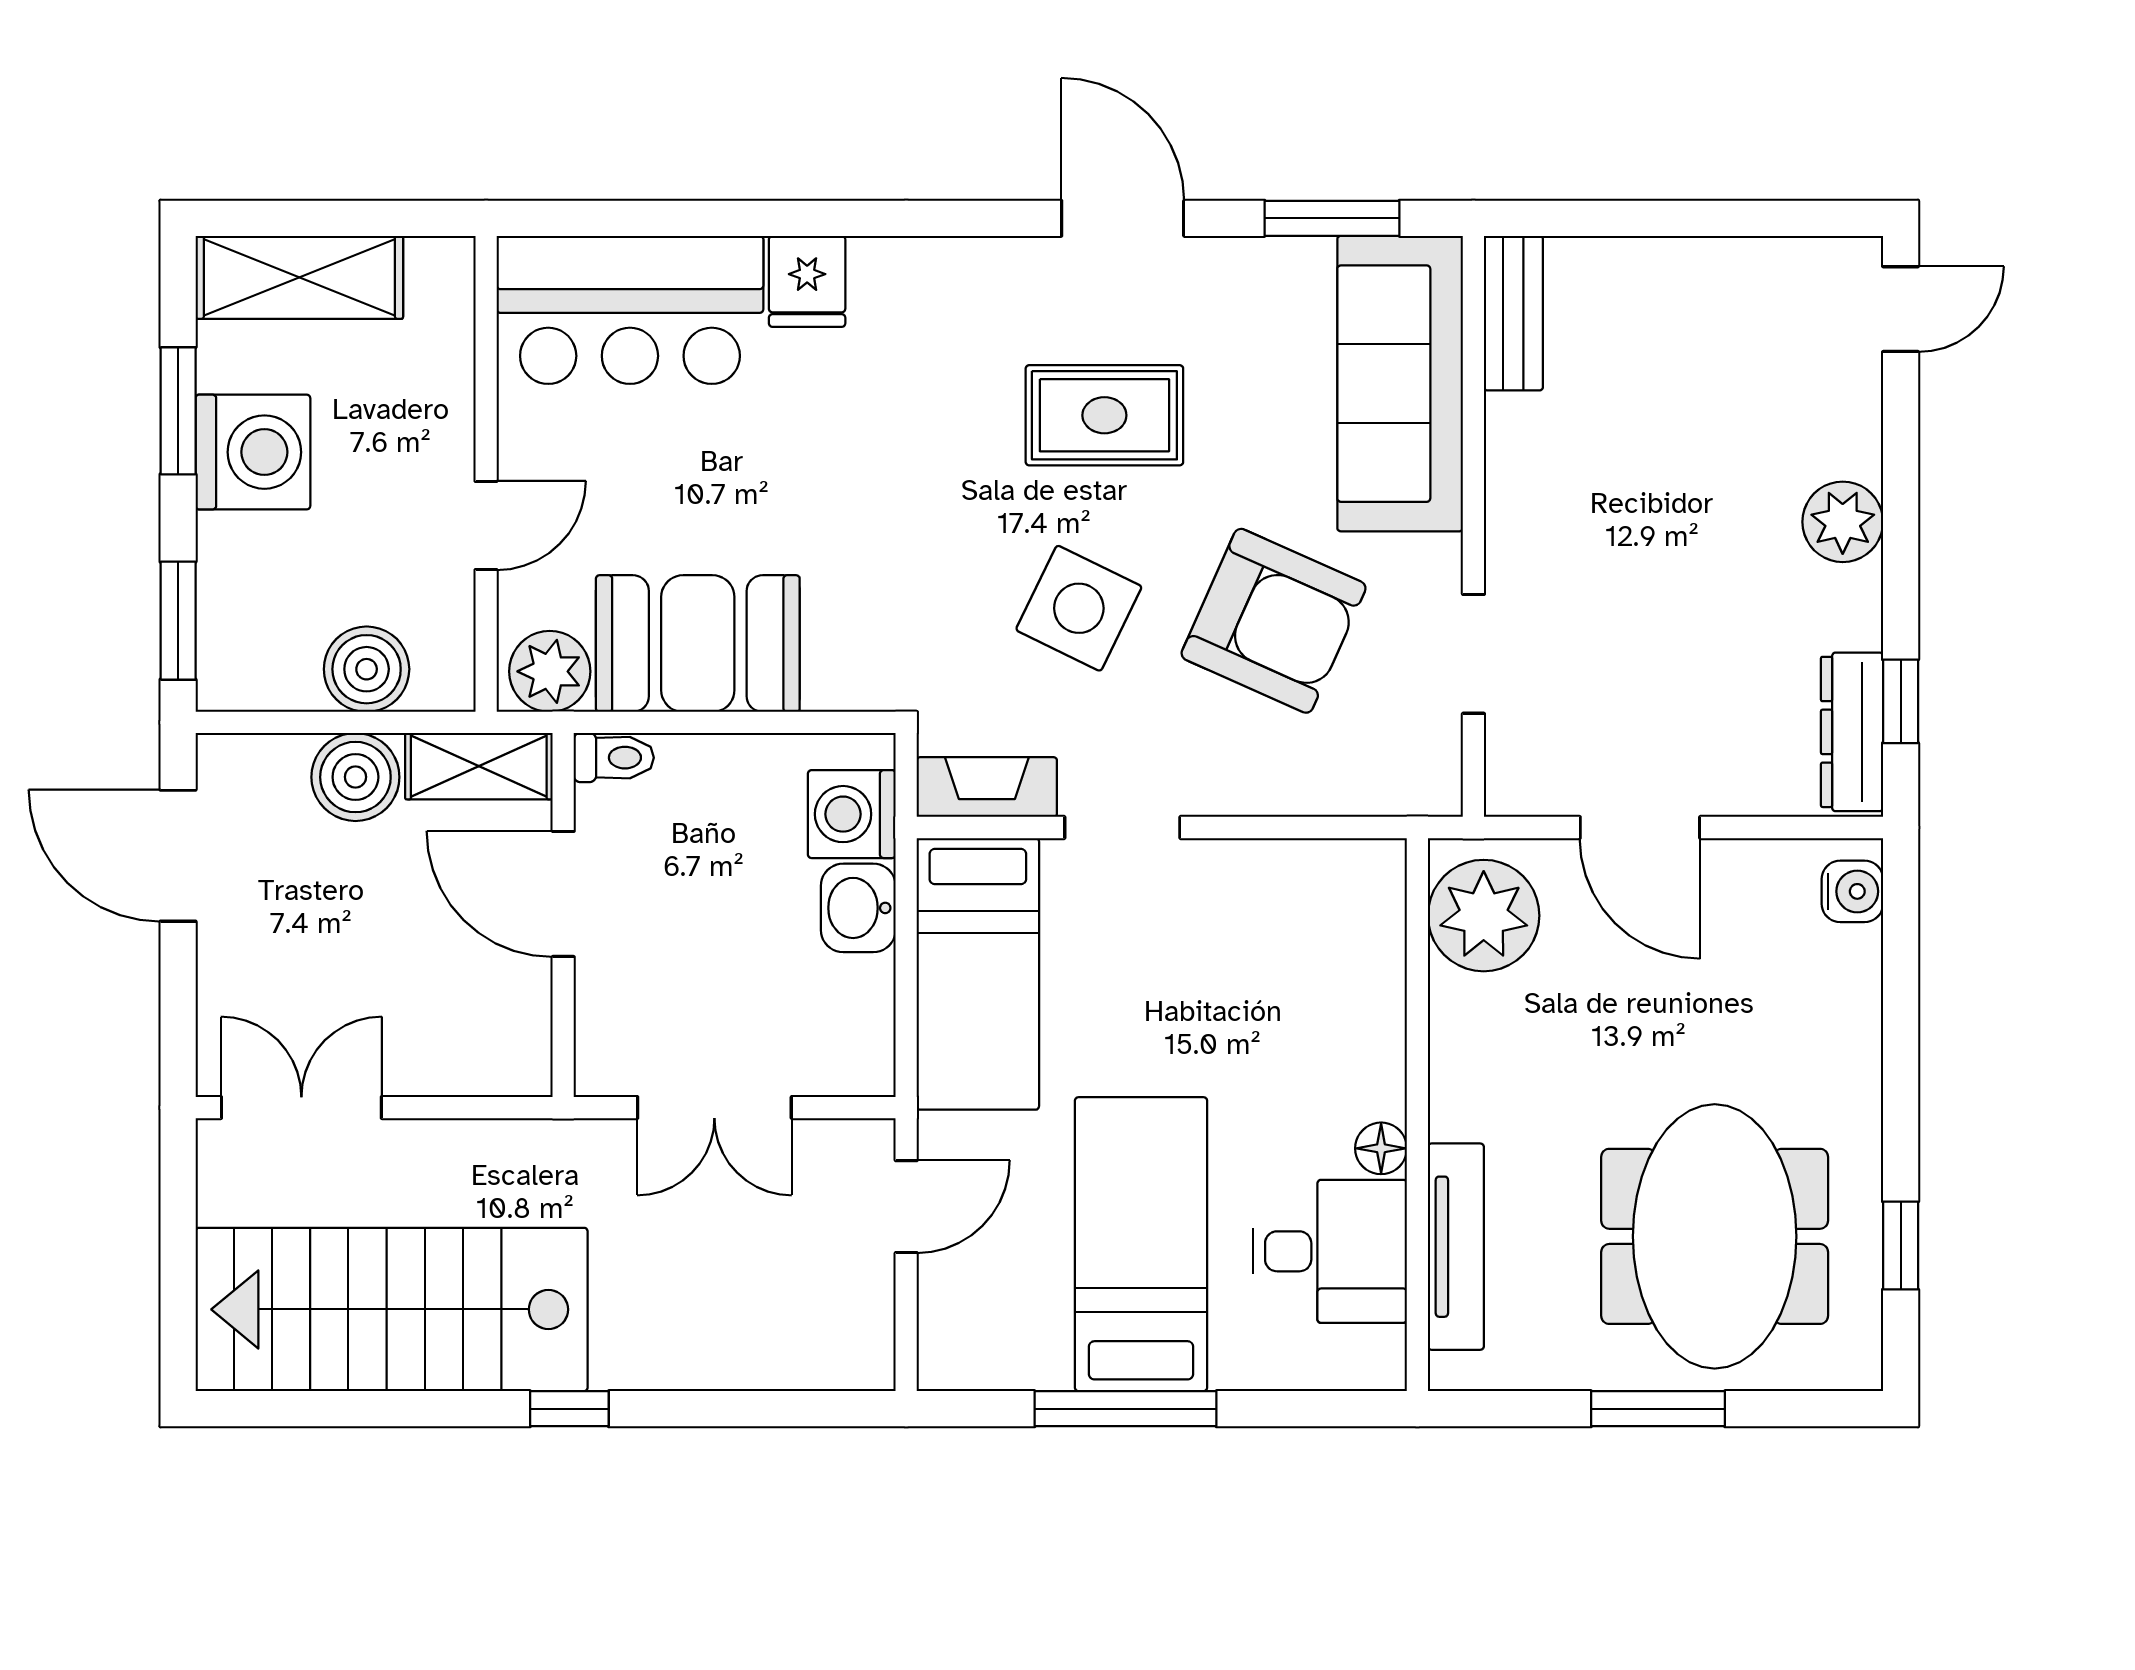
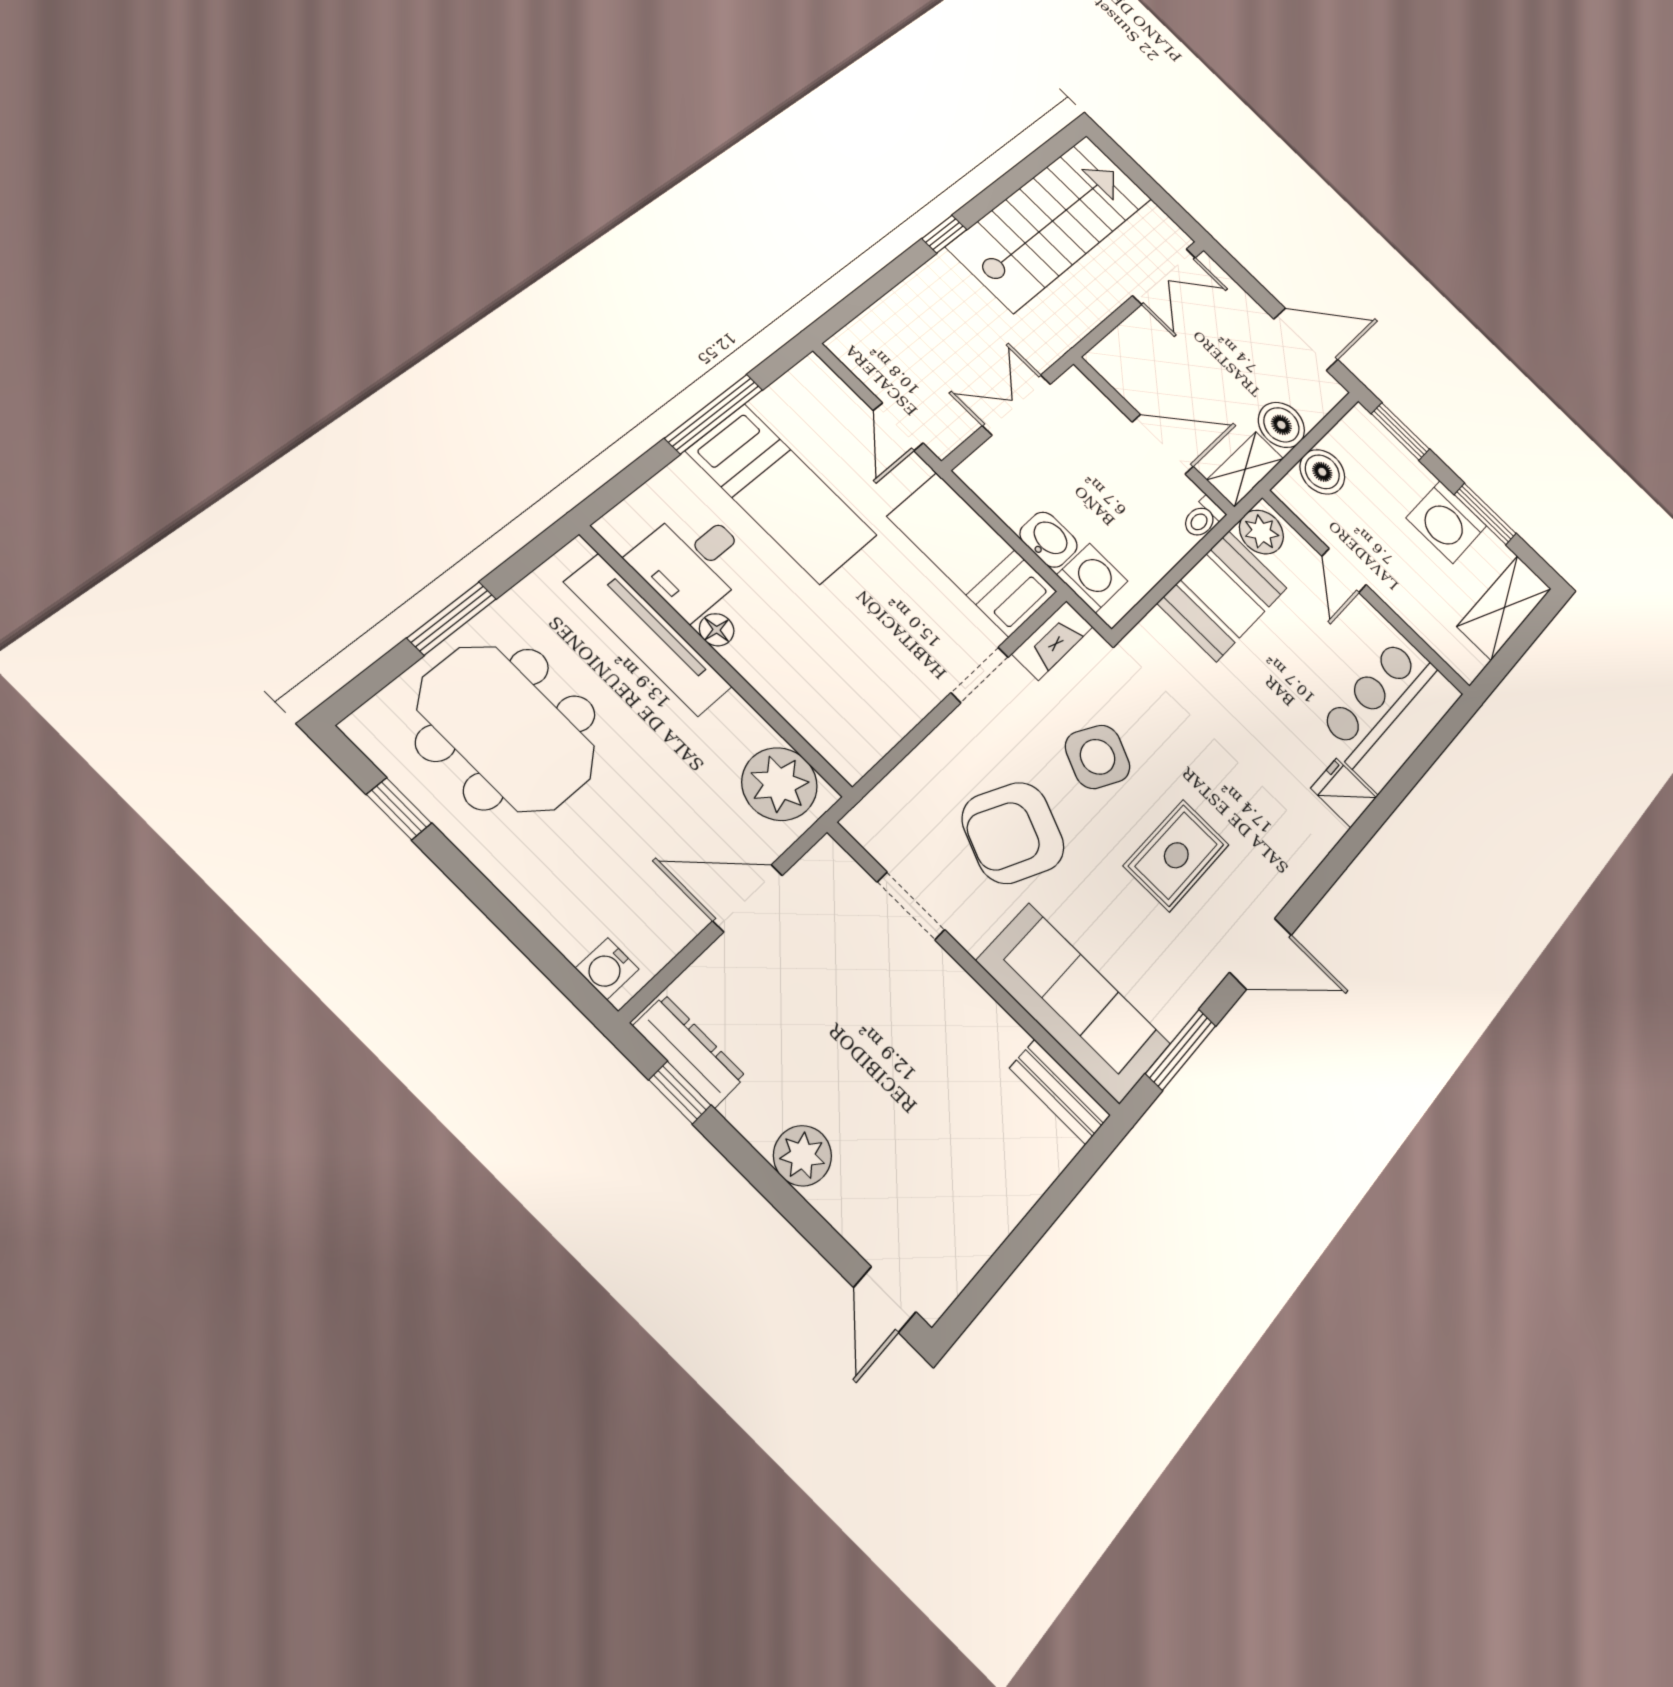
tv unit: (1456, 1247) -> (648, 634), width x1.36, depth x1.29

